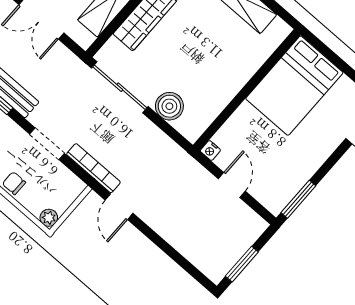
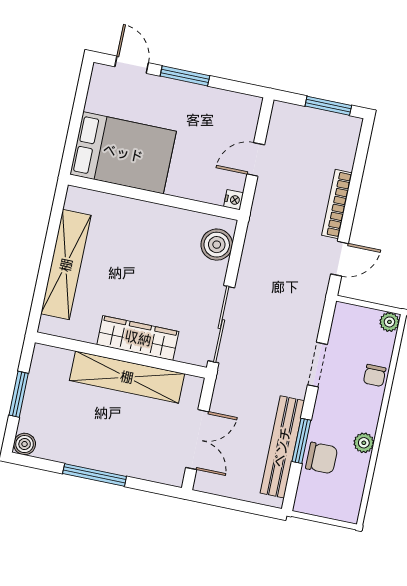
boiler: (169, 106) -> (217, 245), moved
bookcase: (93, 168) -> (337, 204), moved
window: (298, 199) -> (185, 76), moved

